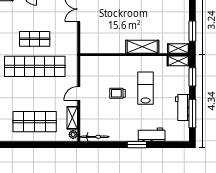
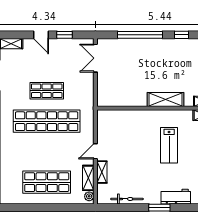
lab bench: (145, 88) -> (169, 145), turned 180
trolley: (117, 93) -> (138, 151), removed
shelving: (85, 112) -> (102, 172), added
bicycle: (95, 137) -> (127, 199), moved

